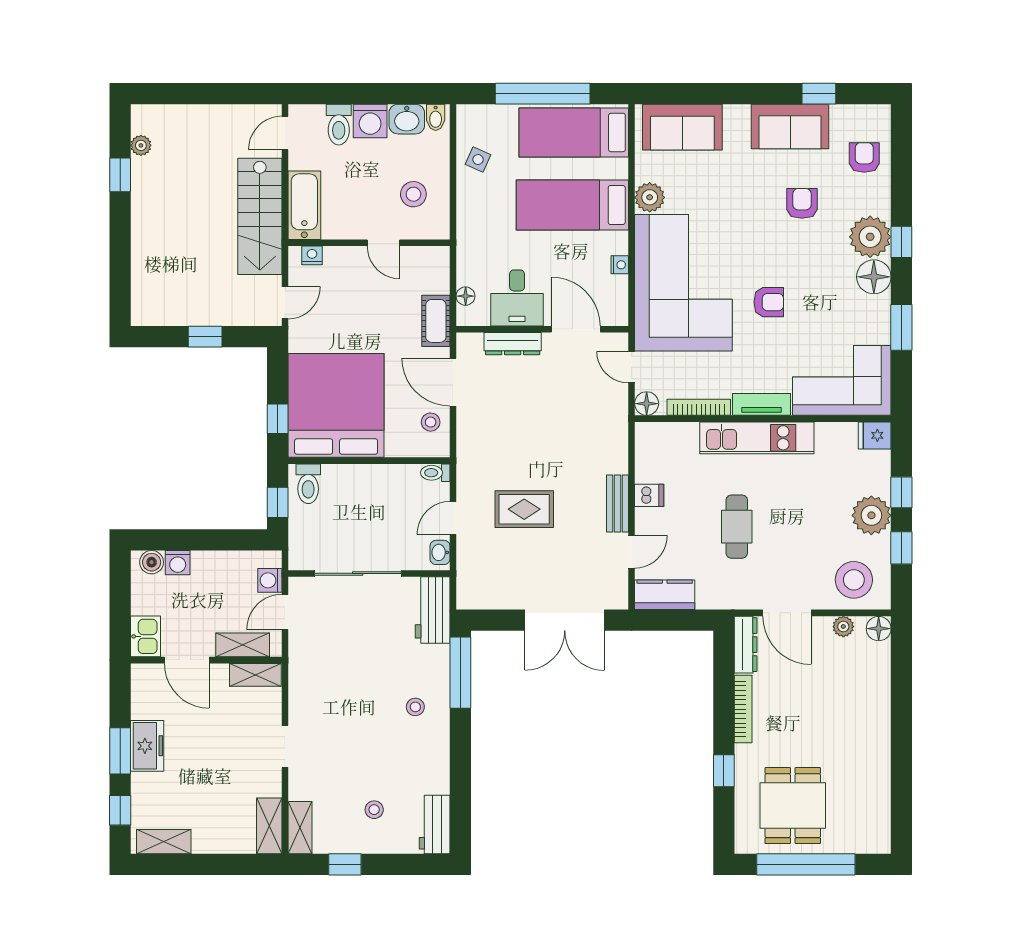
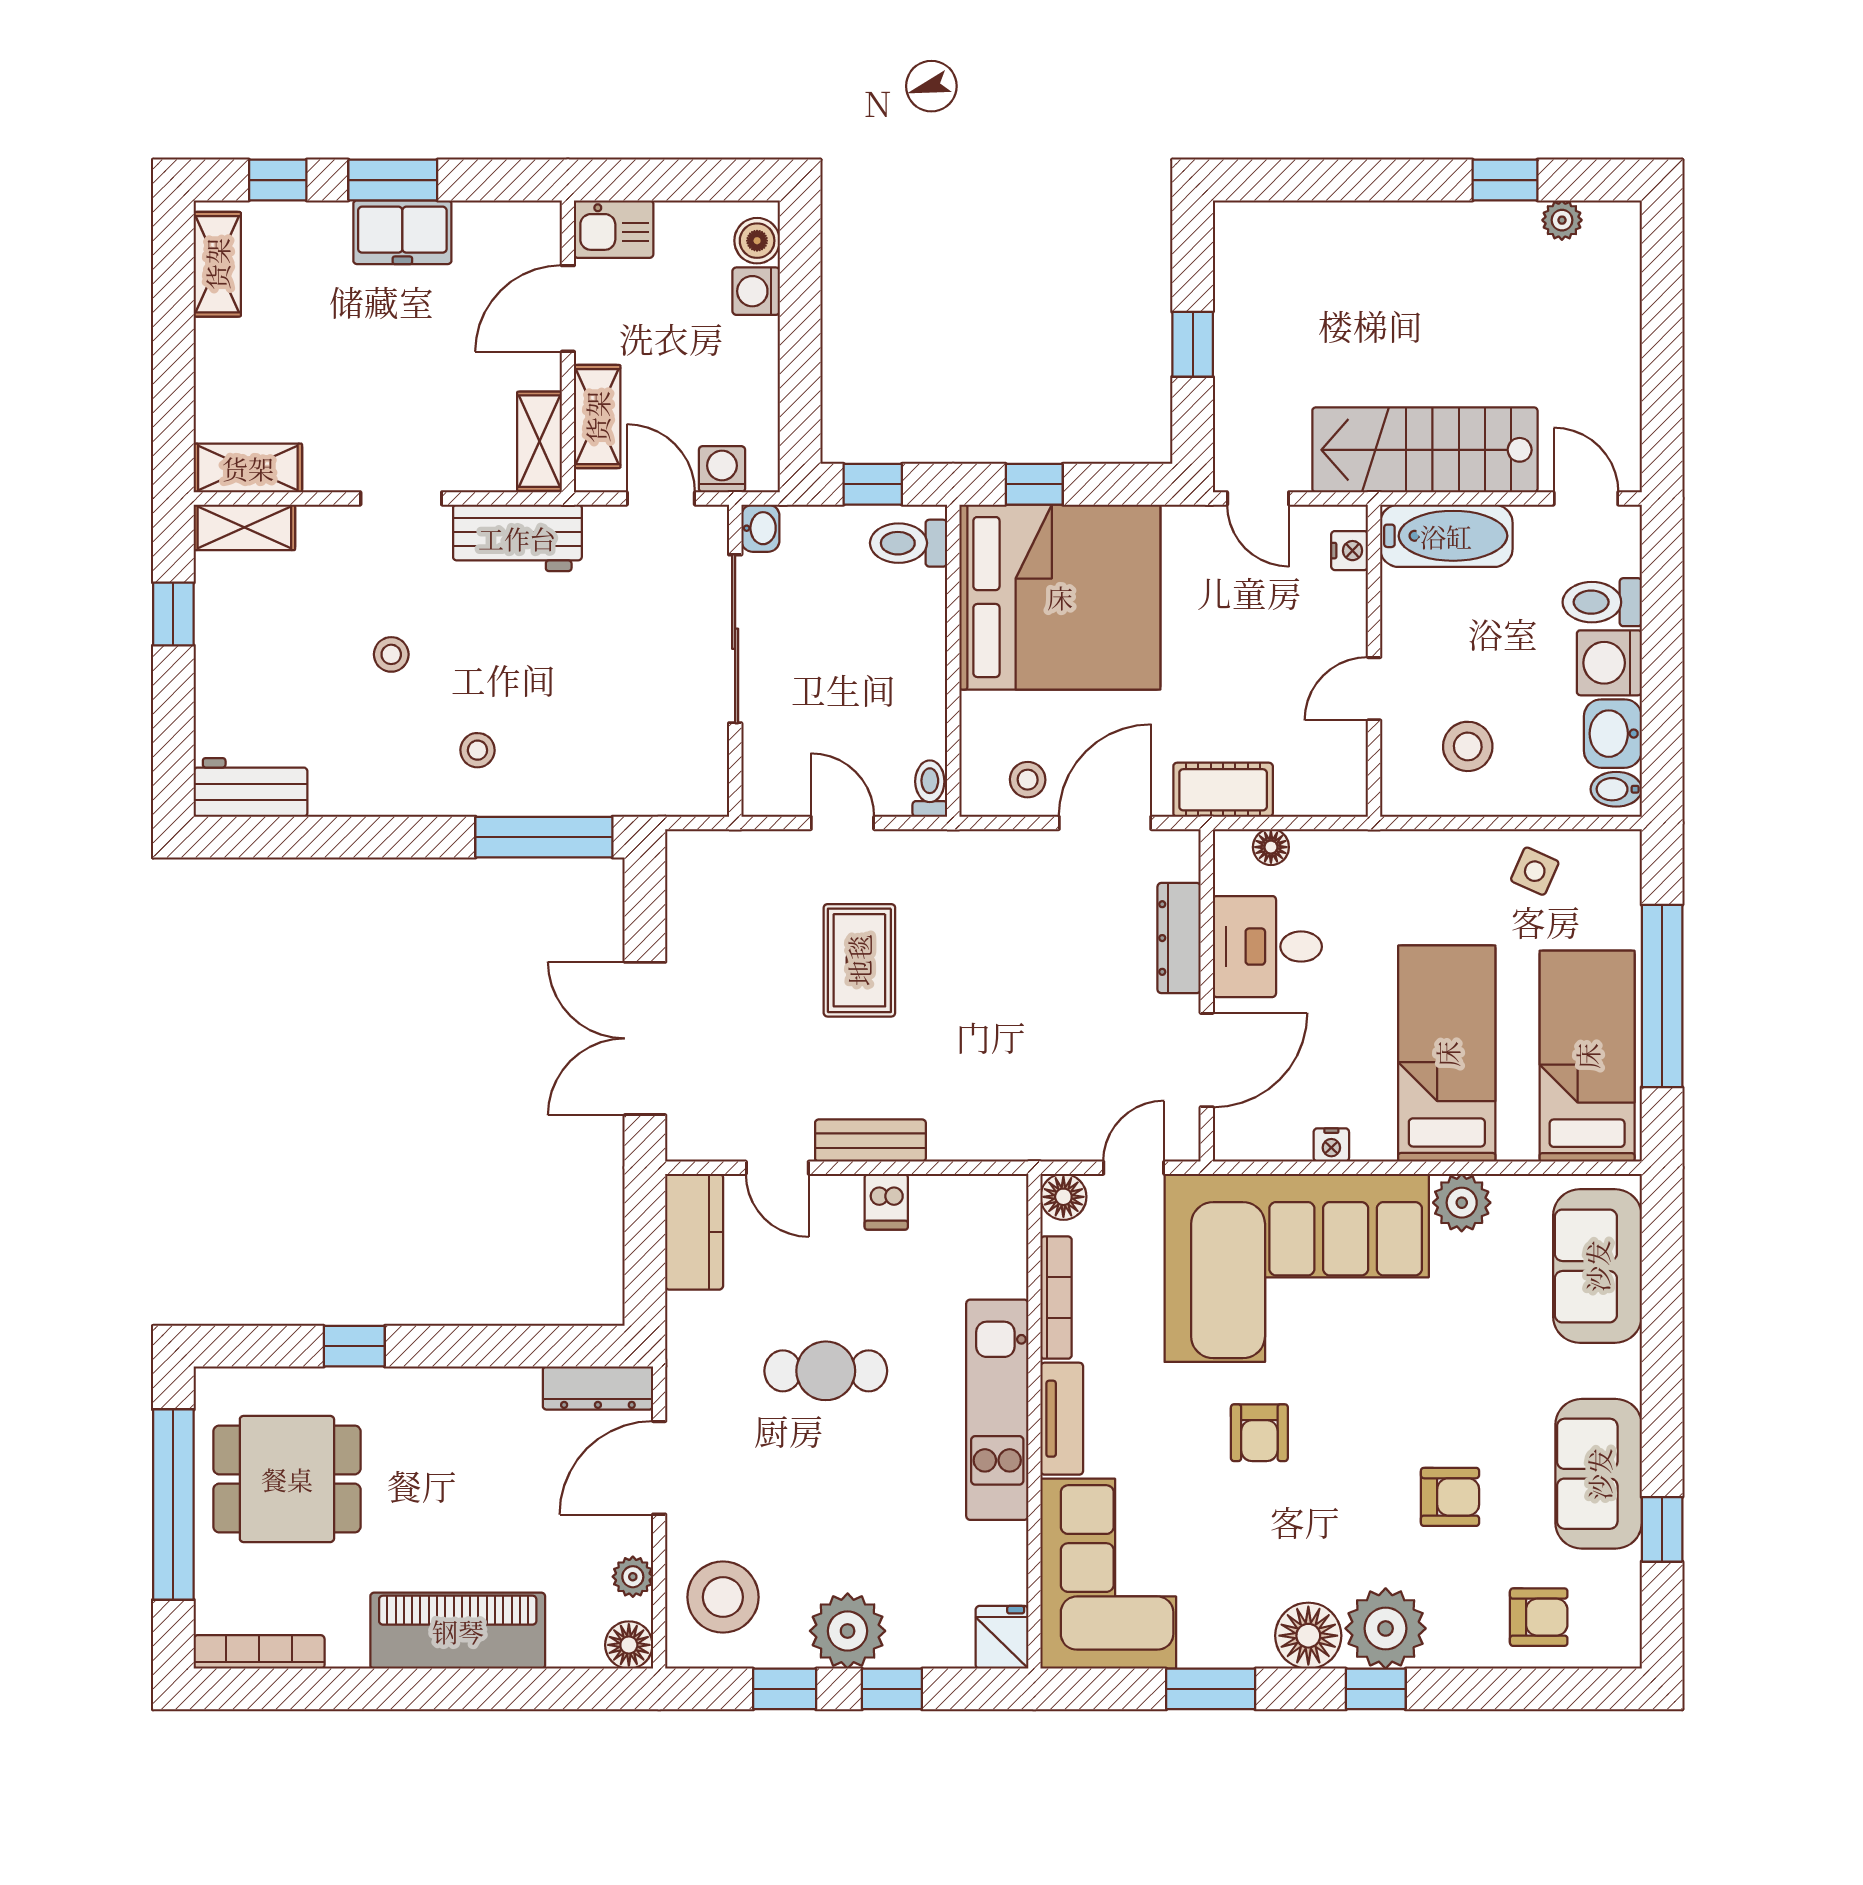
washbasin: (440, 552) -> (760, 528), moved, turned 90
workbench: (433, 610) -> (517, 538), moved, turned 180
bookcase: (743, 709) -> (259, 1652), moved, turned 180
piano: (871, 717) -> (458, 1631), added
stool: (374, 810) -> (391, 654), moved

